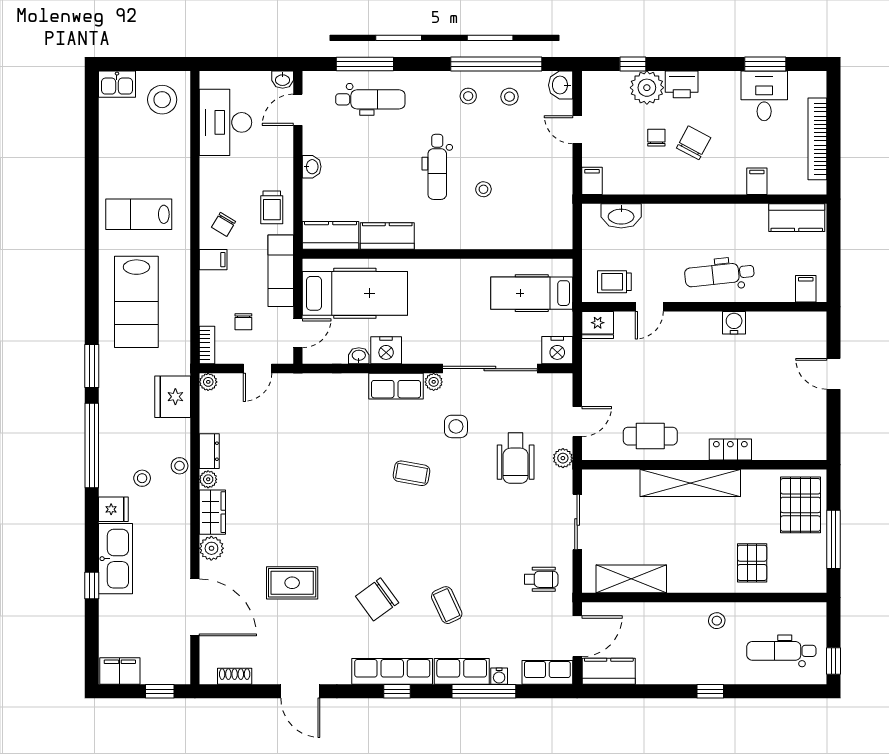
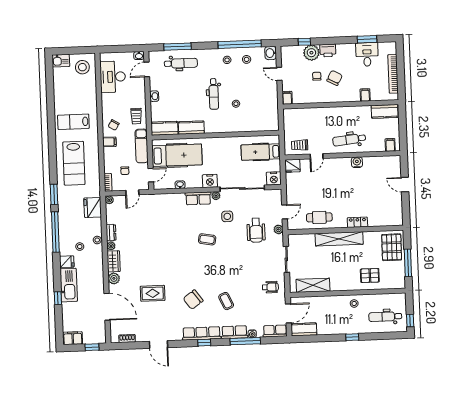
washbasin: (621, 216) -> (302, 114), removed
nightstand: (386, 350) -> (210, 181), moved
pallet: (752, 563) -> (370, 276), turned 90

